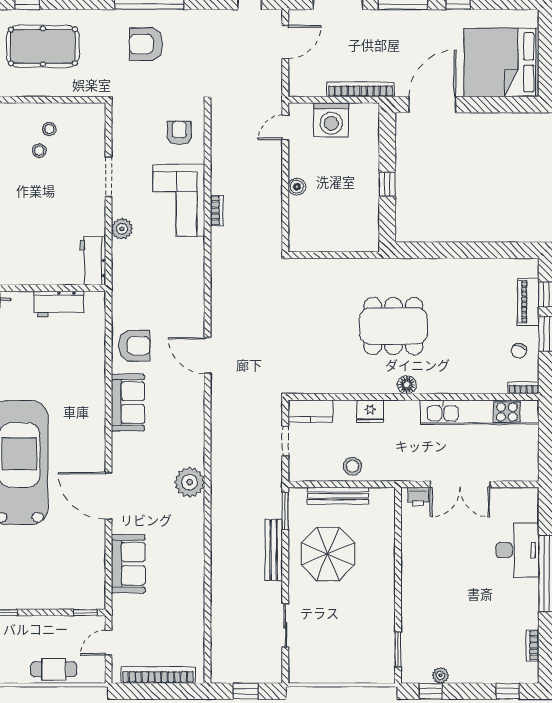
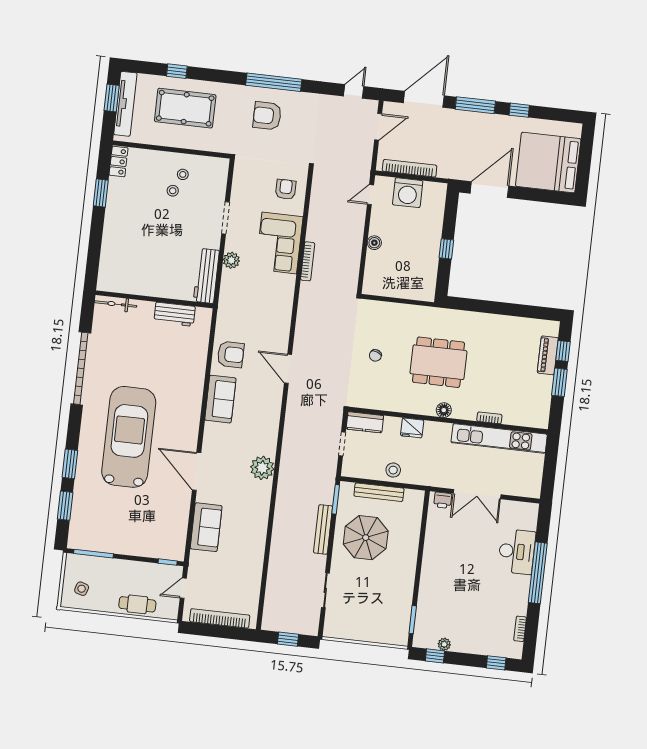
bookcase: (361, 89) -> (410, 168), moved
bookcase: (217, 211) -> (308, 261), width x1.56
workbench: (93, 261) -> (206, 276), width x1.37
chair: (519, 351) -> (375, 355), moved
bookcase: (524, 388) -> (489, 418), moved

